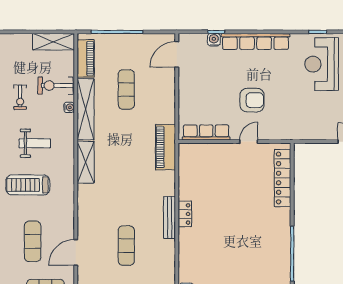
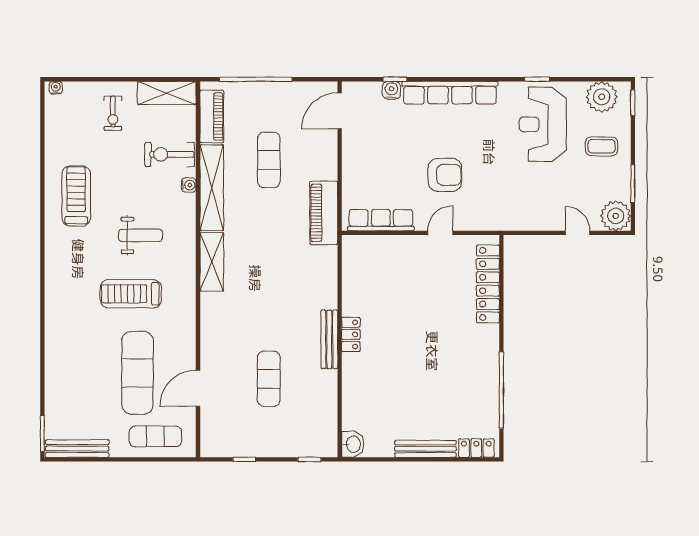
exercise bike: (20, 97) -> (113, 113), moved
piano: (165, 147) -> (324, 213), moved
exercise mat: (33, 241) -> (137, 373), width x1.36, depth x1.45

